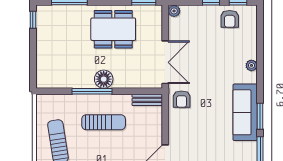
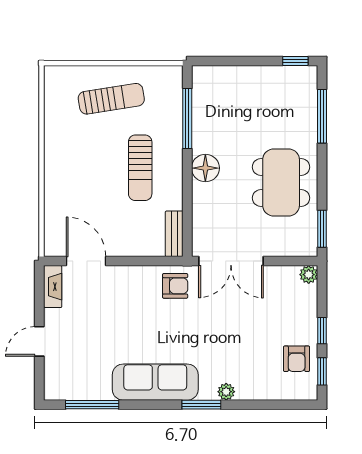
armchair: (230, 19) -> (297, 359), turned -90
window: (92, 91) -> (187, 119), moved
armchair: (182, 99) -> (175, 286), turned 180
window: (260, 116) -> (201, 405), moved

